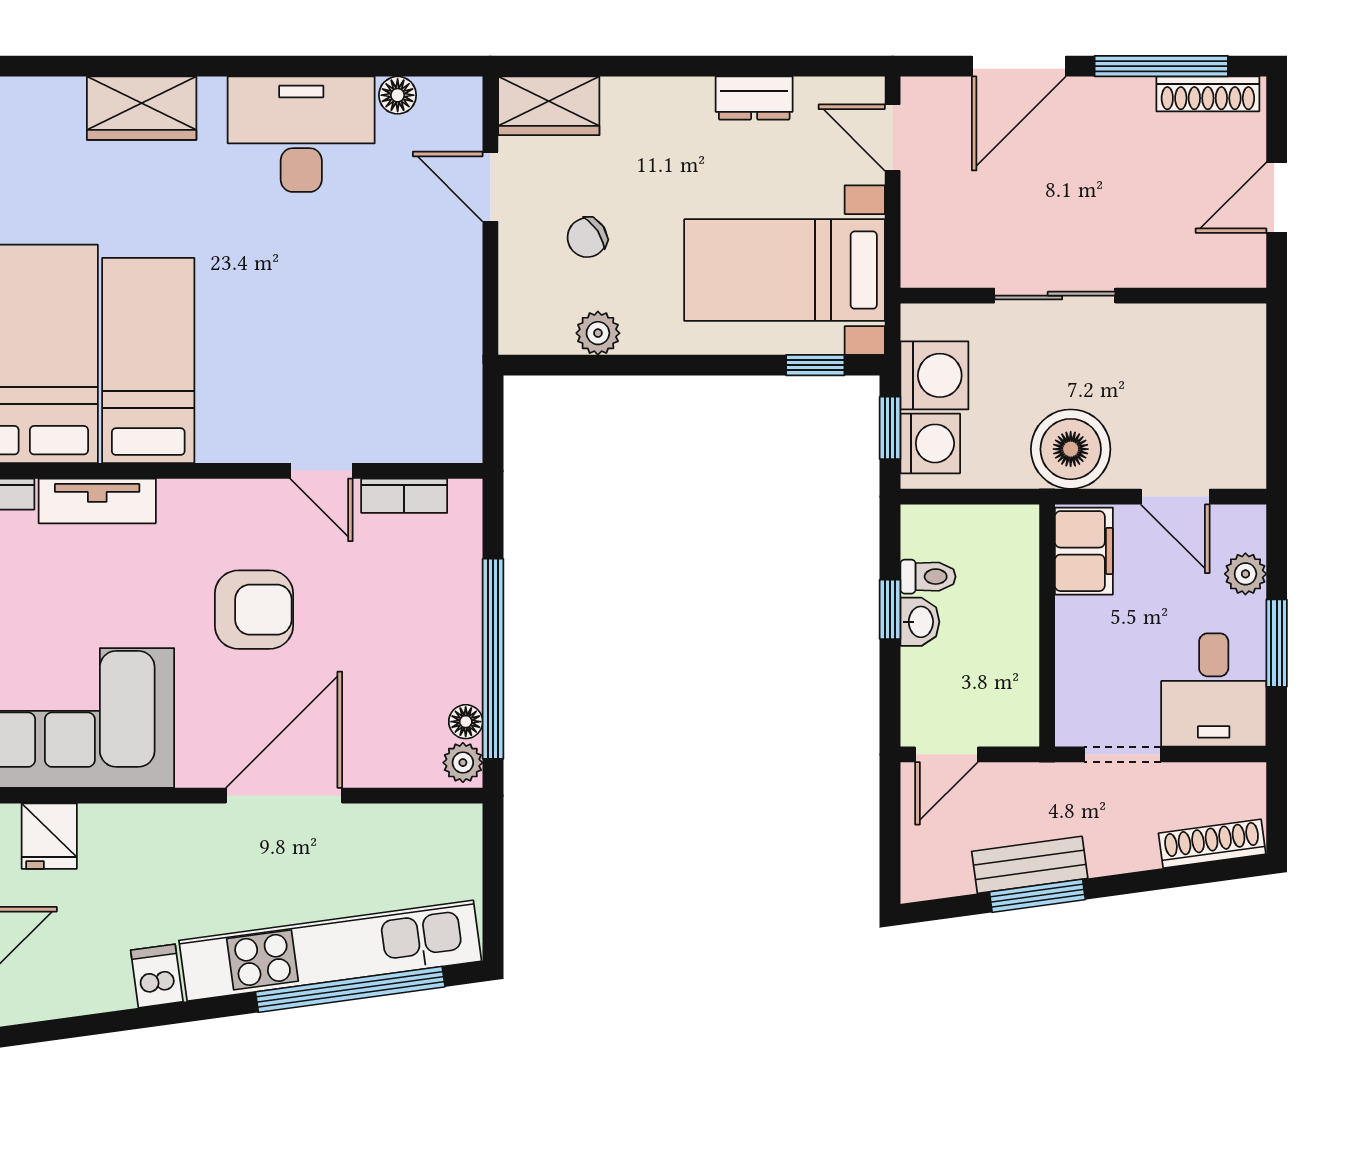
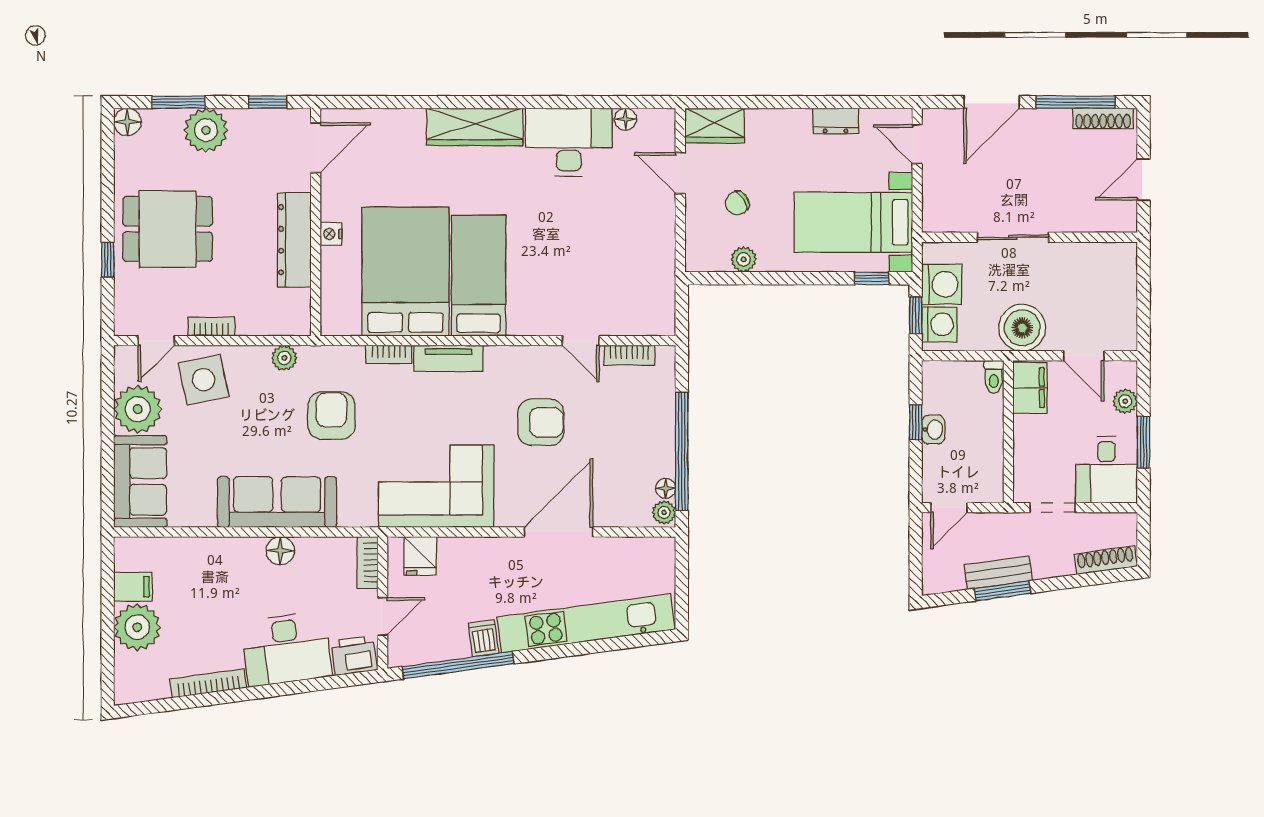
wardrobe: (142, 108) -> (475, 127), width x1.50
toilet: (928, 577) -> (994, 377), moved, turned 90
window: (350, 989) -> (458, 665), moved

